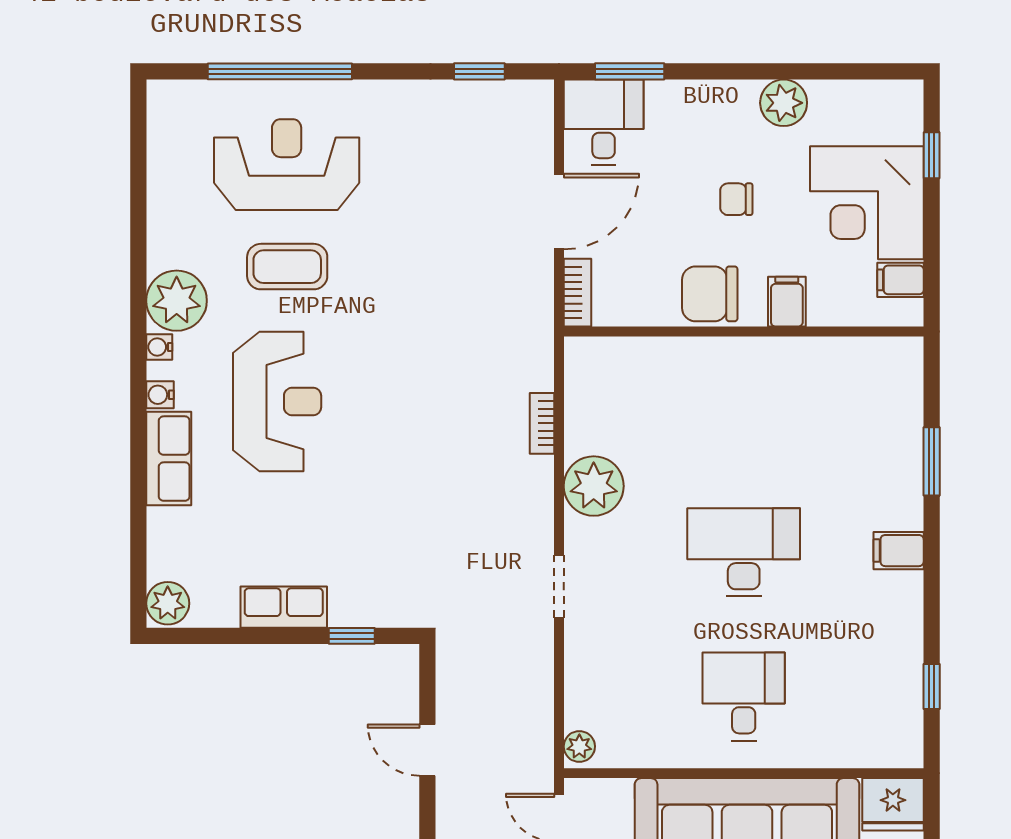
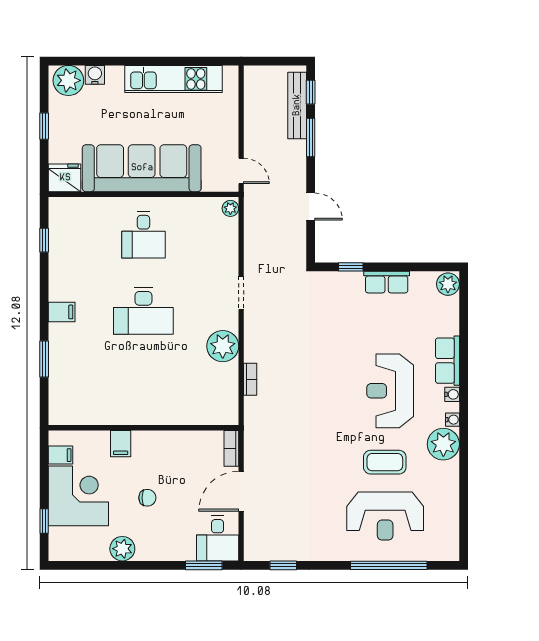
chair: (710, 294) -> (161, 448), removed

